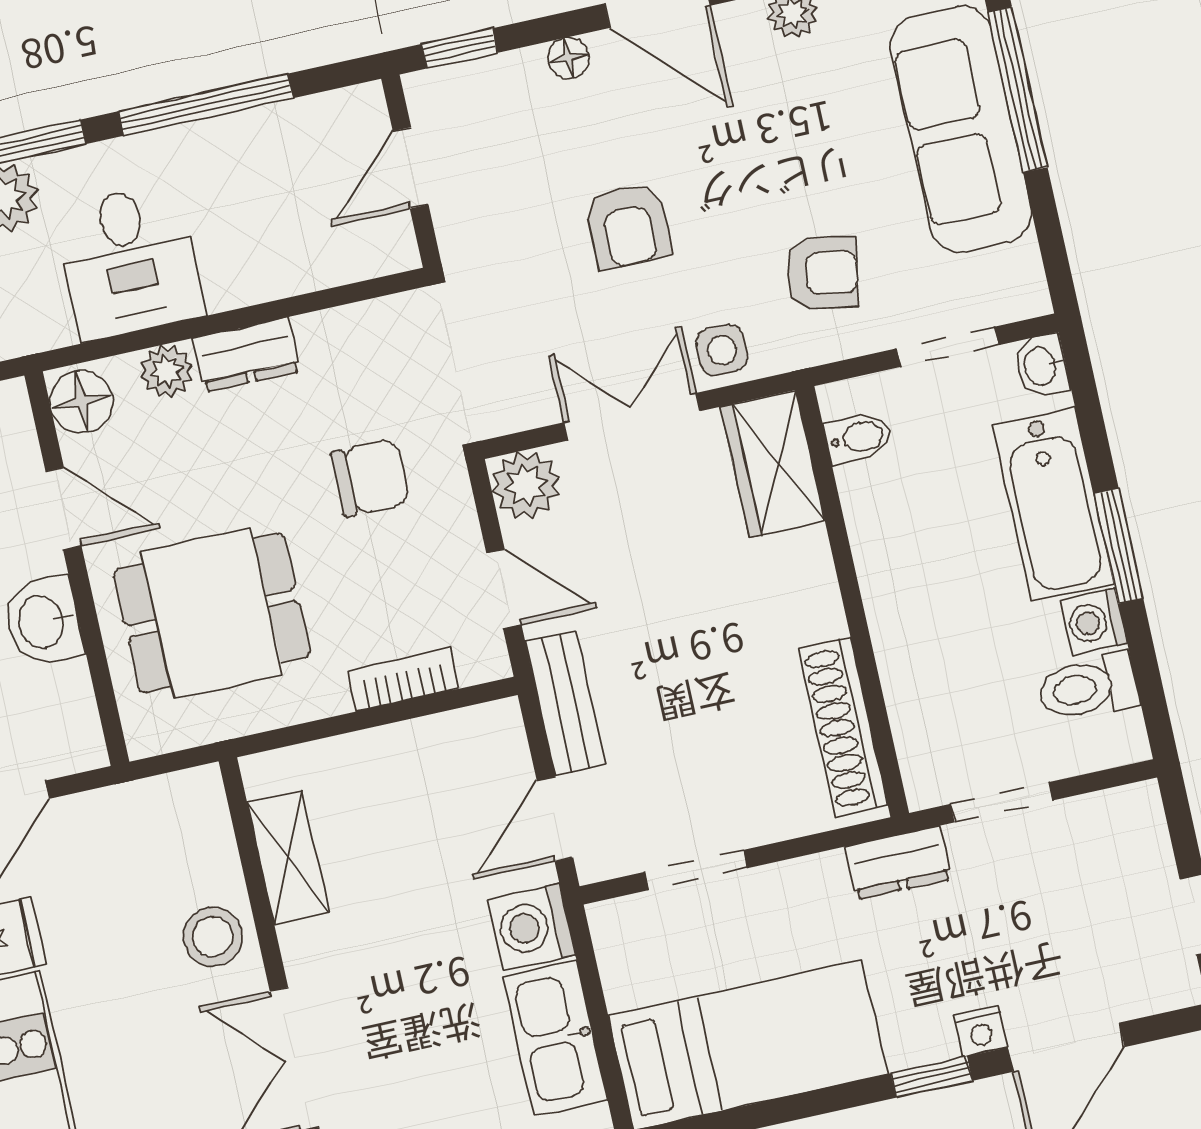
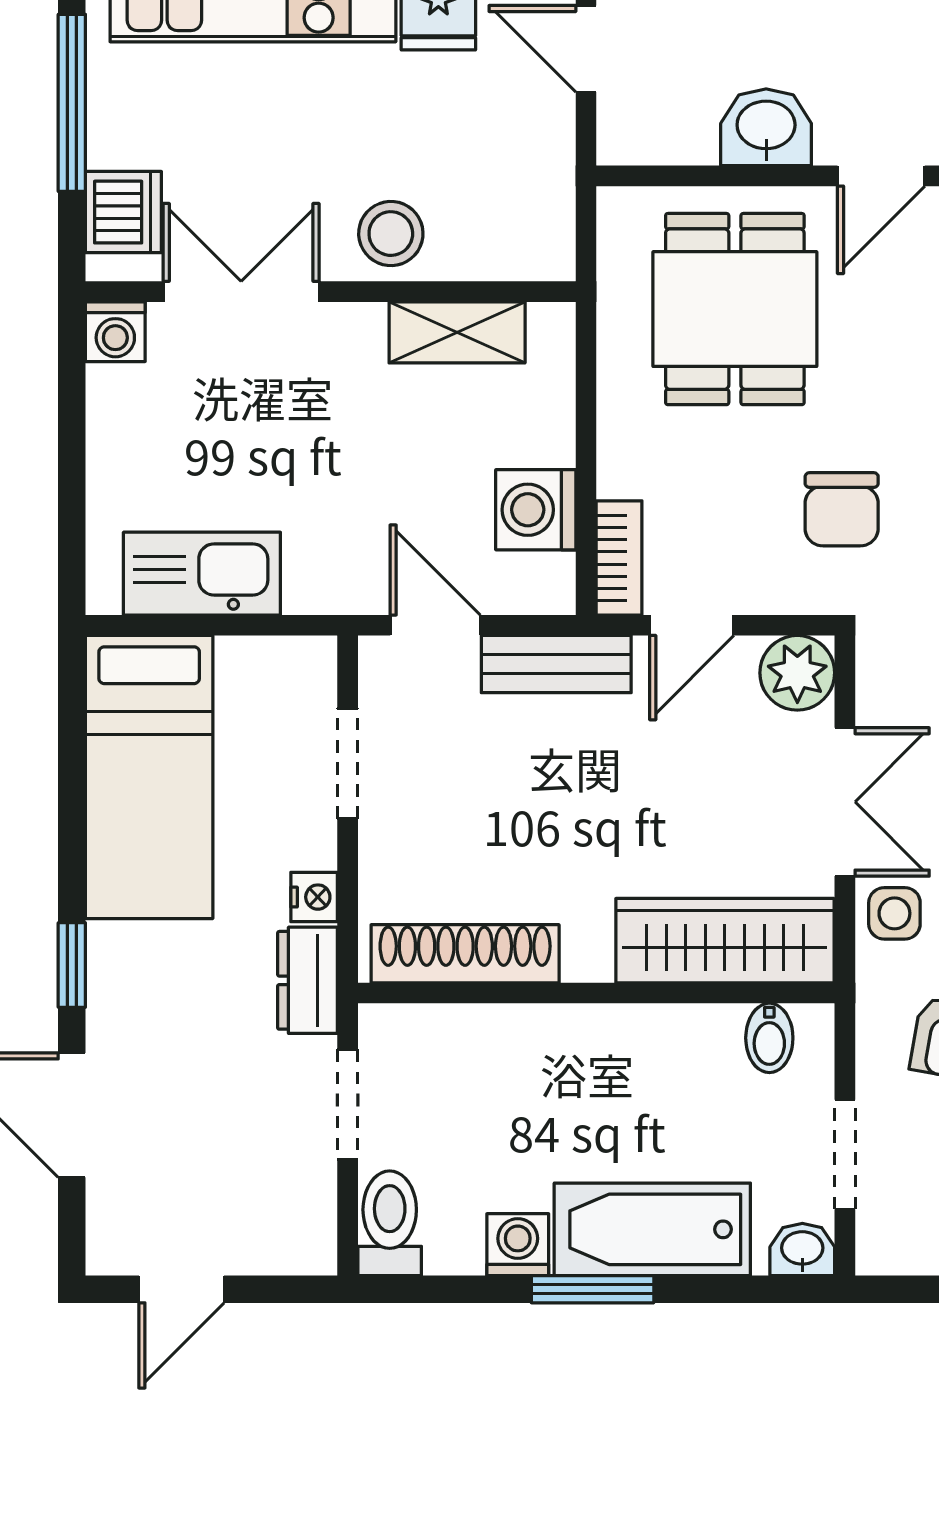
wardrobe: (773, 464) -> (725, 941), width x1.50
bookcase: (403, 680) -> (619, 558), moved
toilet: (1088, 687) -> (390, 1223), moved
washing machine: (532, 927) -> (536, 510), moved, turned -90
nightstand: (981, 1031) -> (314, 897), moved, turned 180

